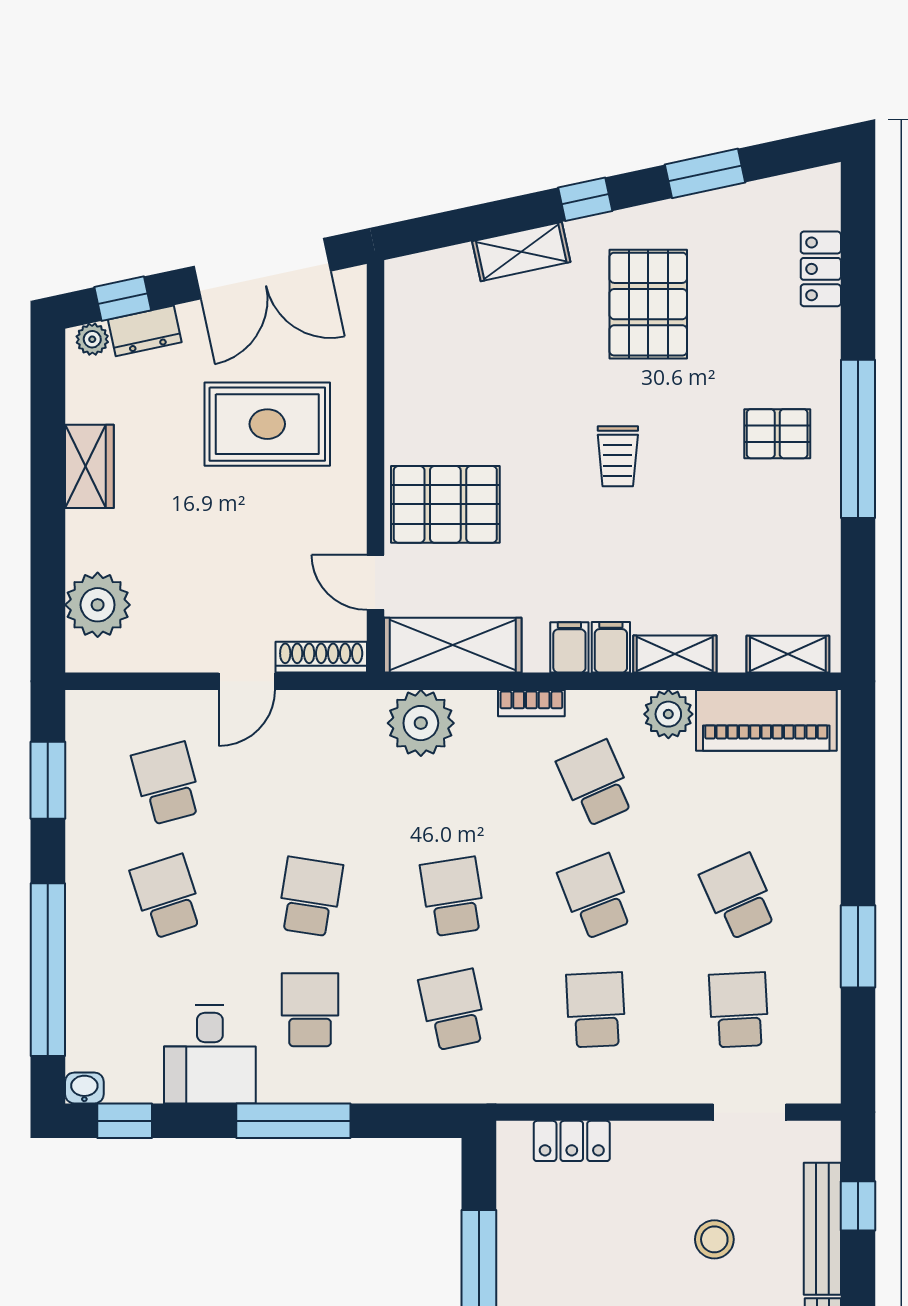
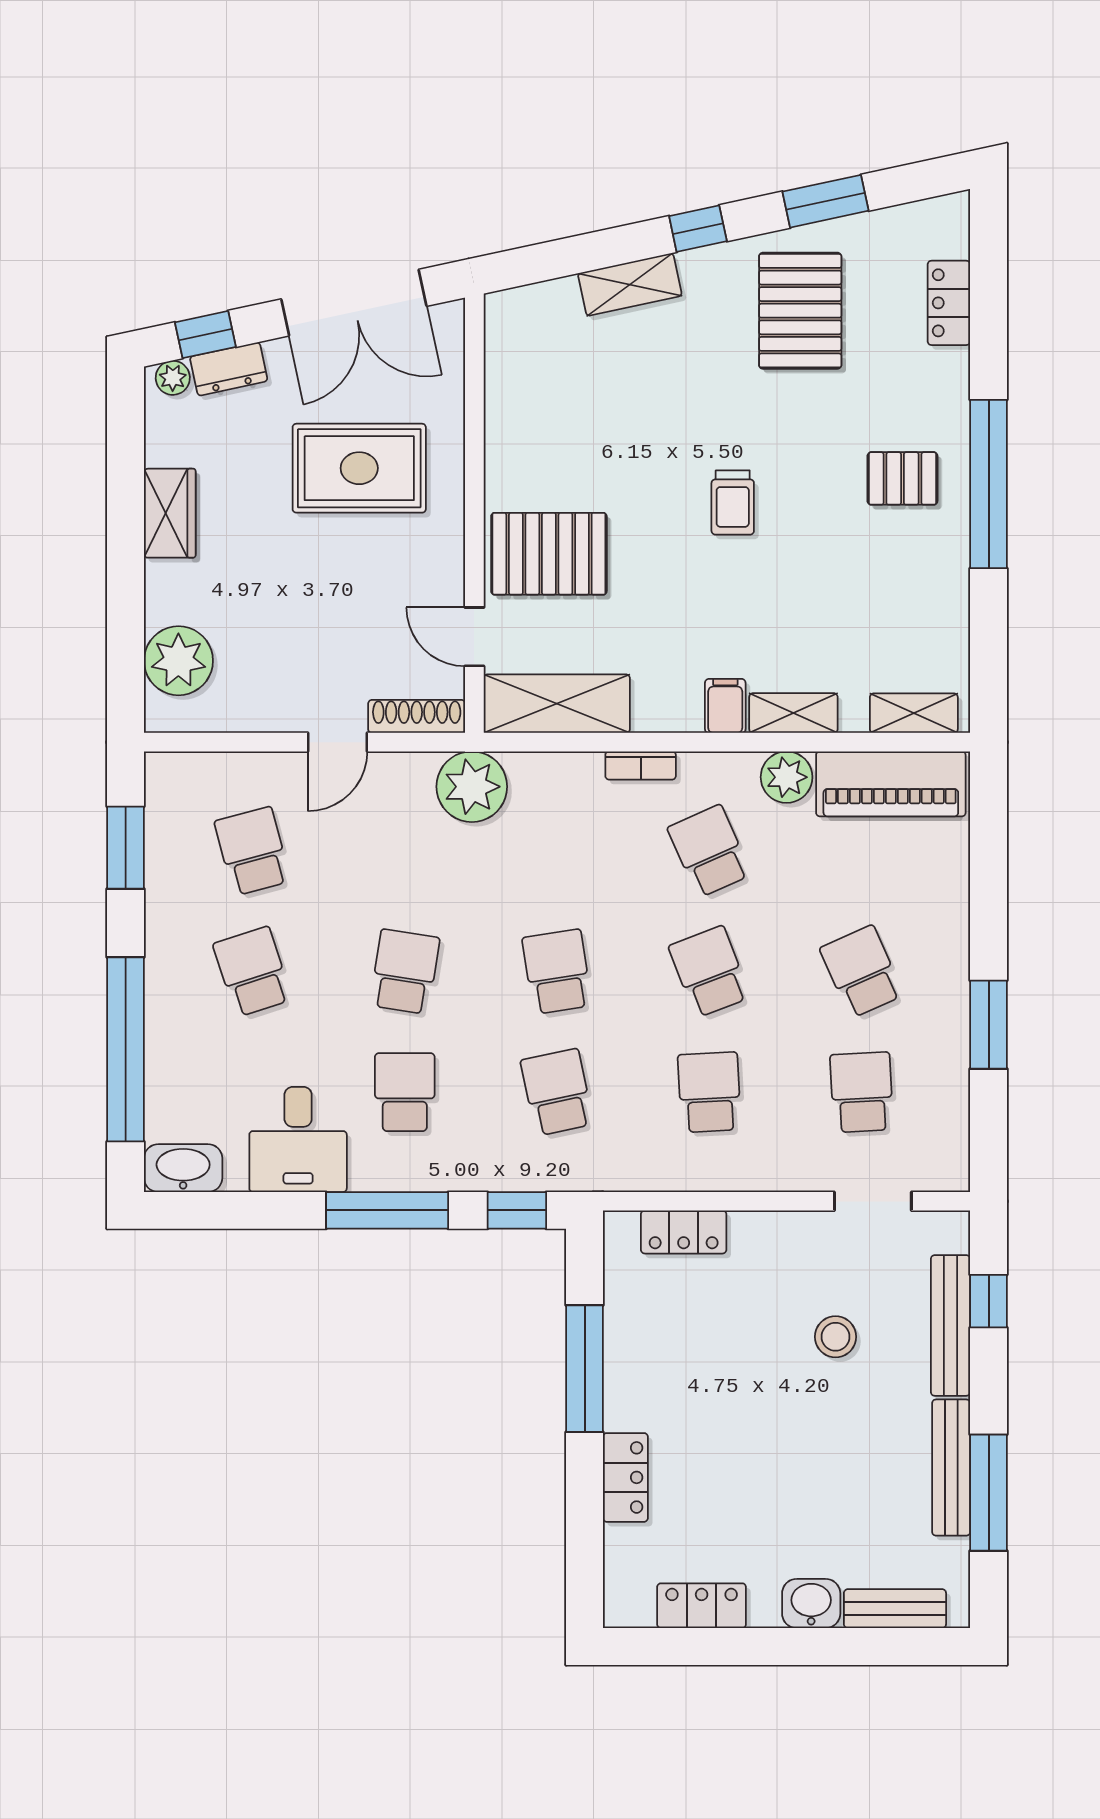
pallet: (648, 304) -> (800, 311), moved
filing cabinet: (569, 647) -> (681, 706), removed
plant: (421, 723) -> (472, 787), moved
washbasin: (84, 1088) -> (183, 1168), width x1.91, depth x1.45
window: (125, 1121) -> (517, 1210), moved

